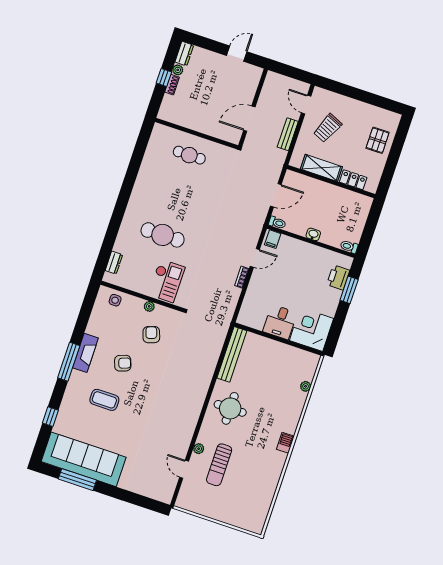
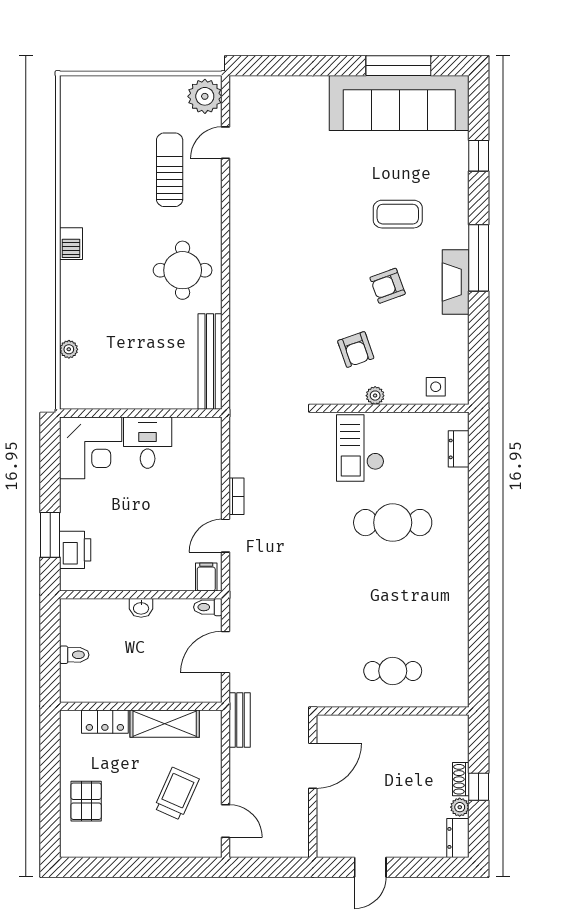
bench: (288, 134) -> (240, 720), moved
toilet: (349, 247) -> (74, 655), moved
plant: (199, 449) -> (205, 96), moved, width x1.88, depth x1.88
door: (184, 469) -> (226, 143), swing flipped

